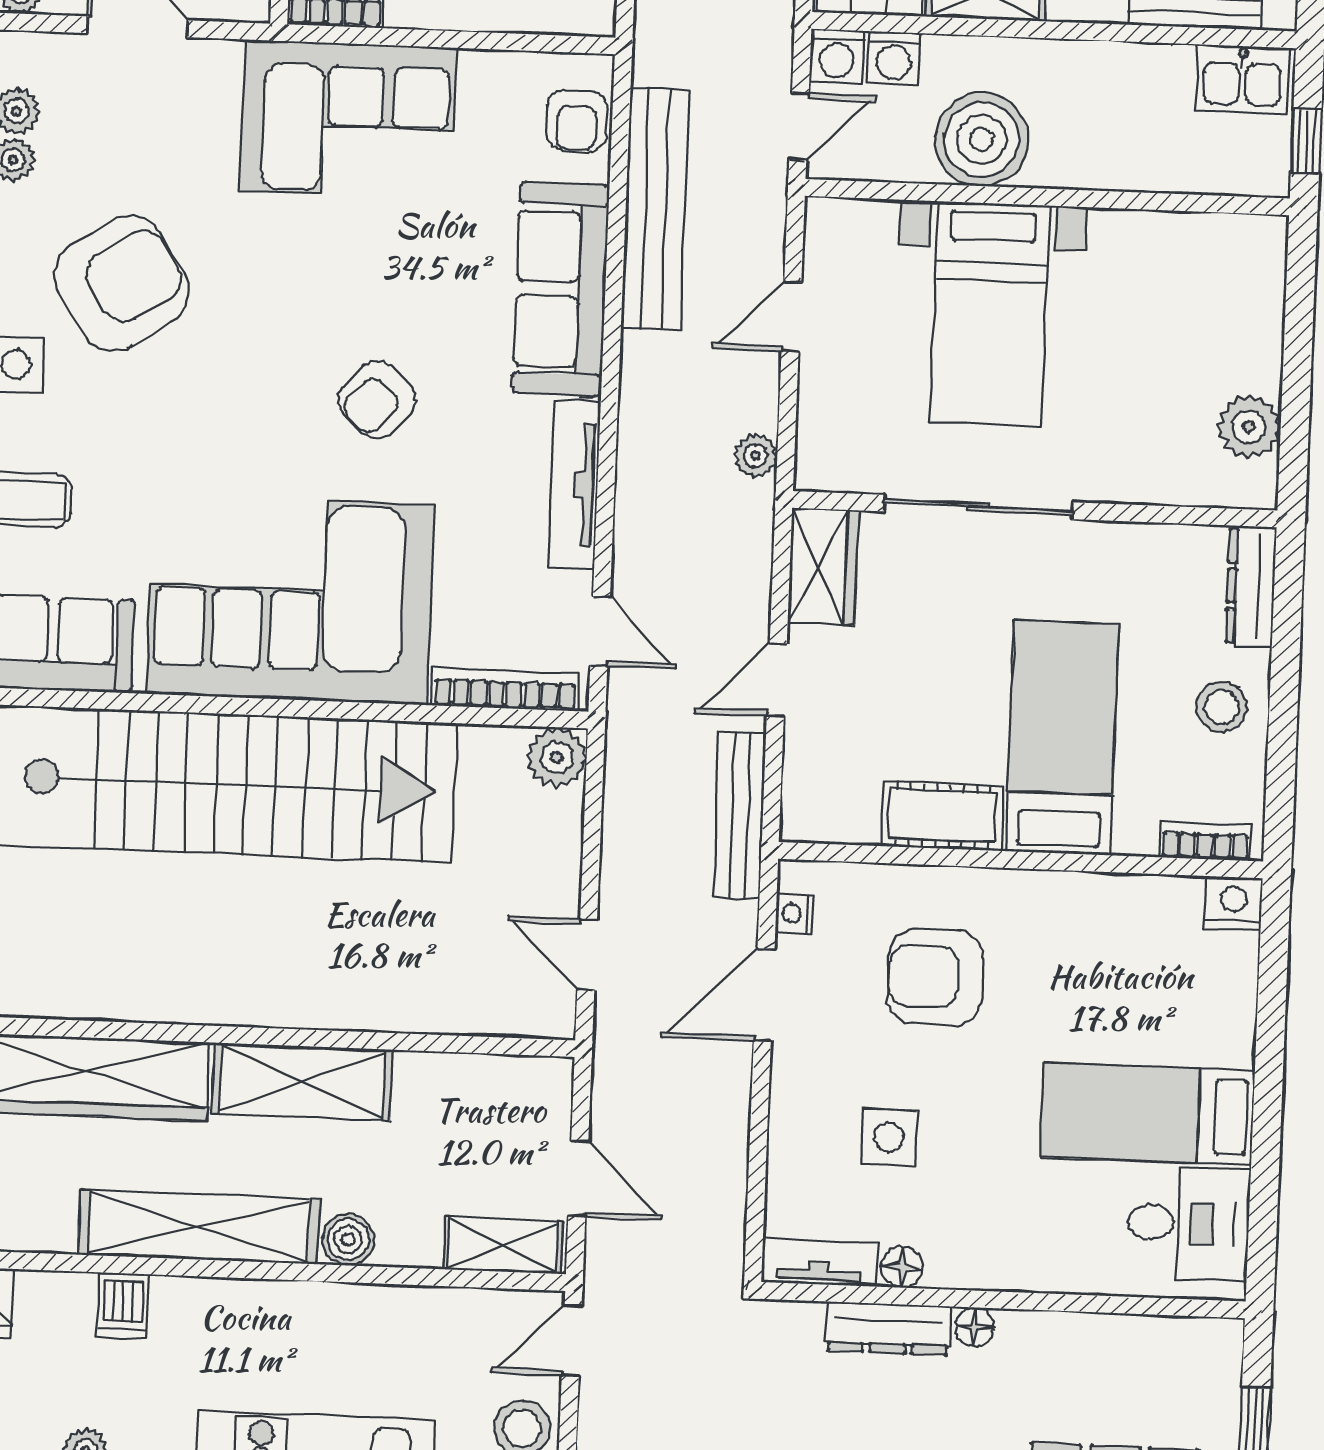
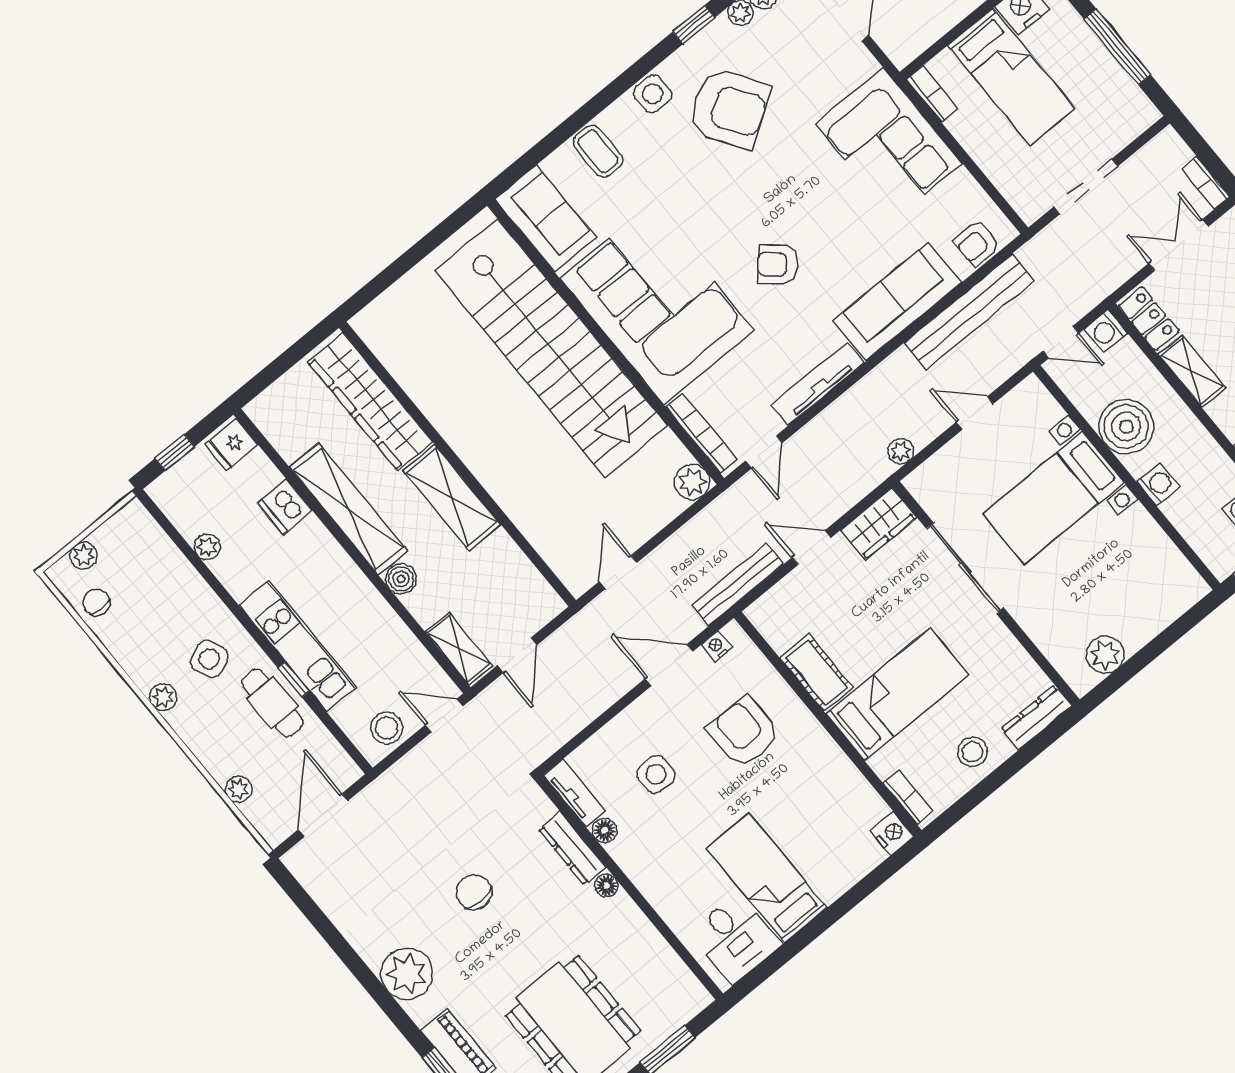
washing machine: (894, 58) -> (1158, 484), moved, turned 180
dishwasher: (123, 1306) -> (285, 507), width x1.38

